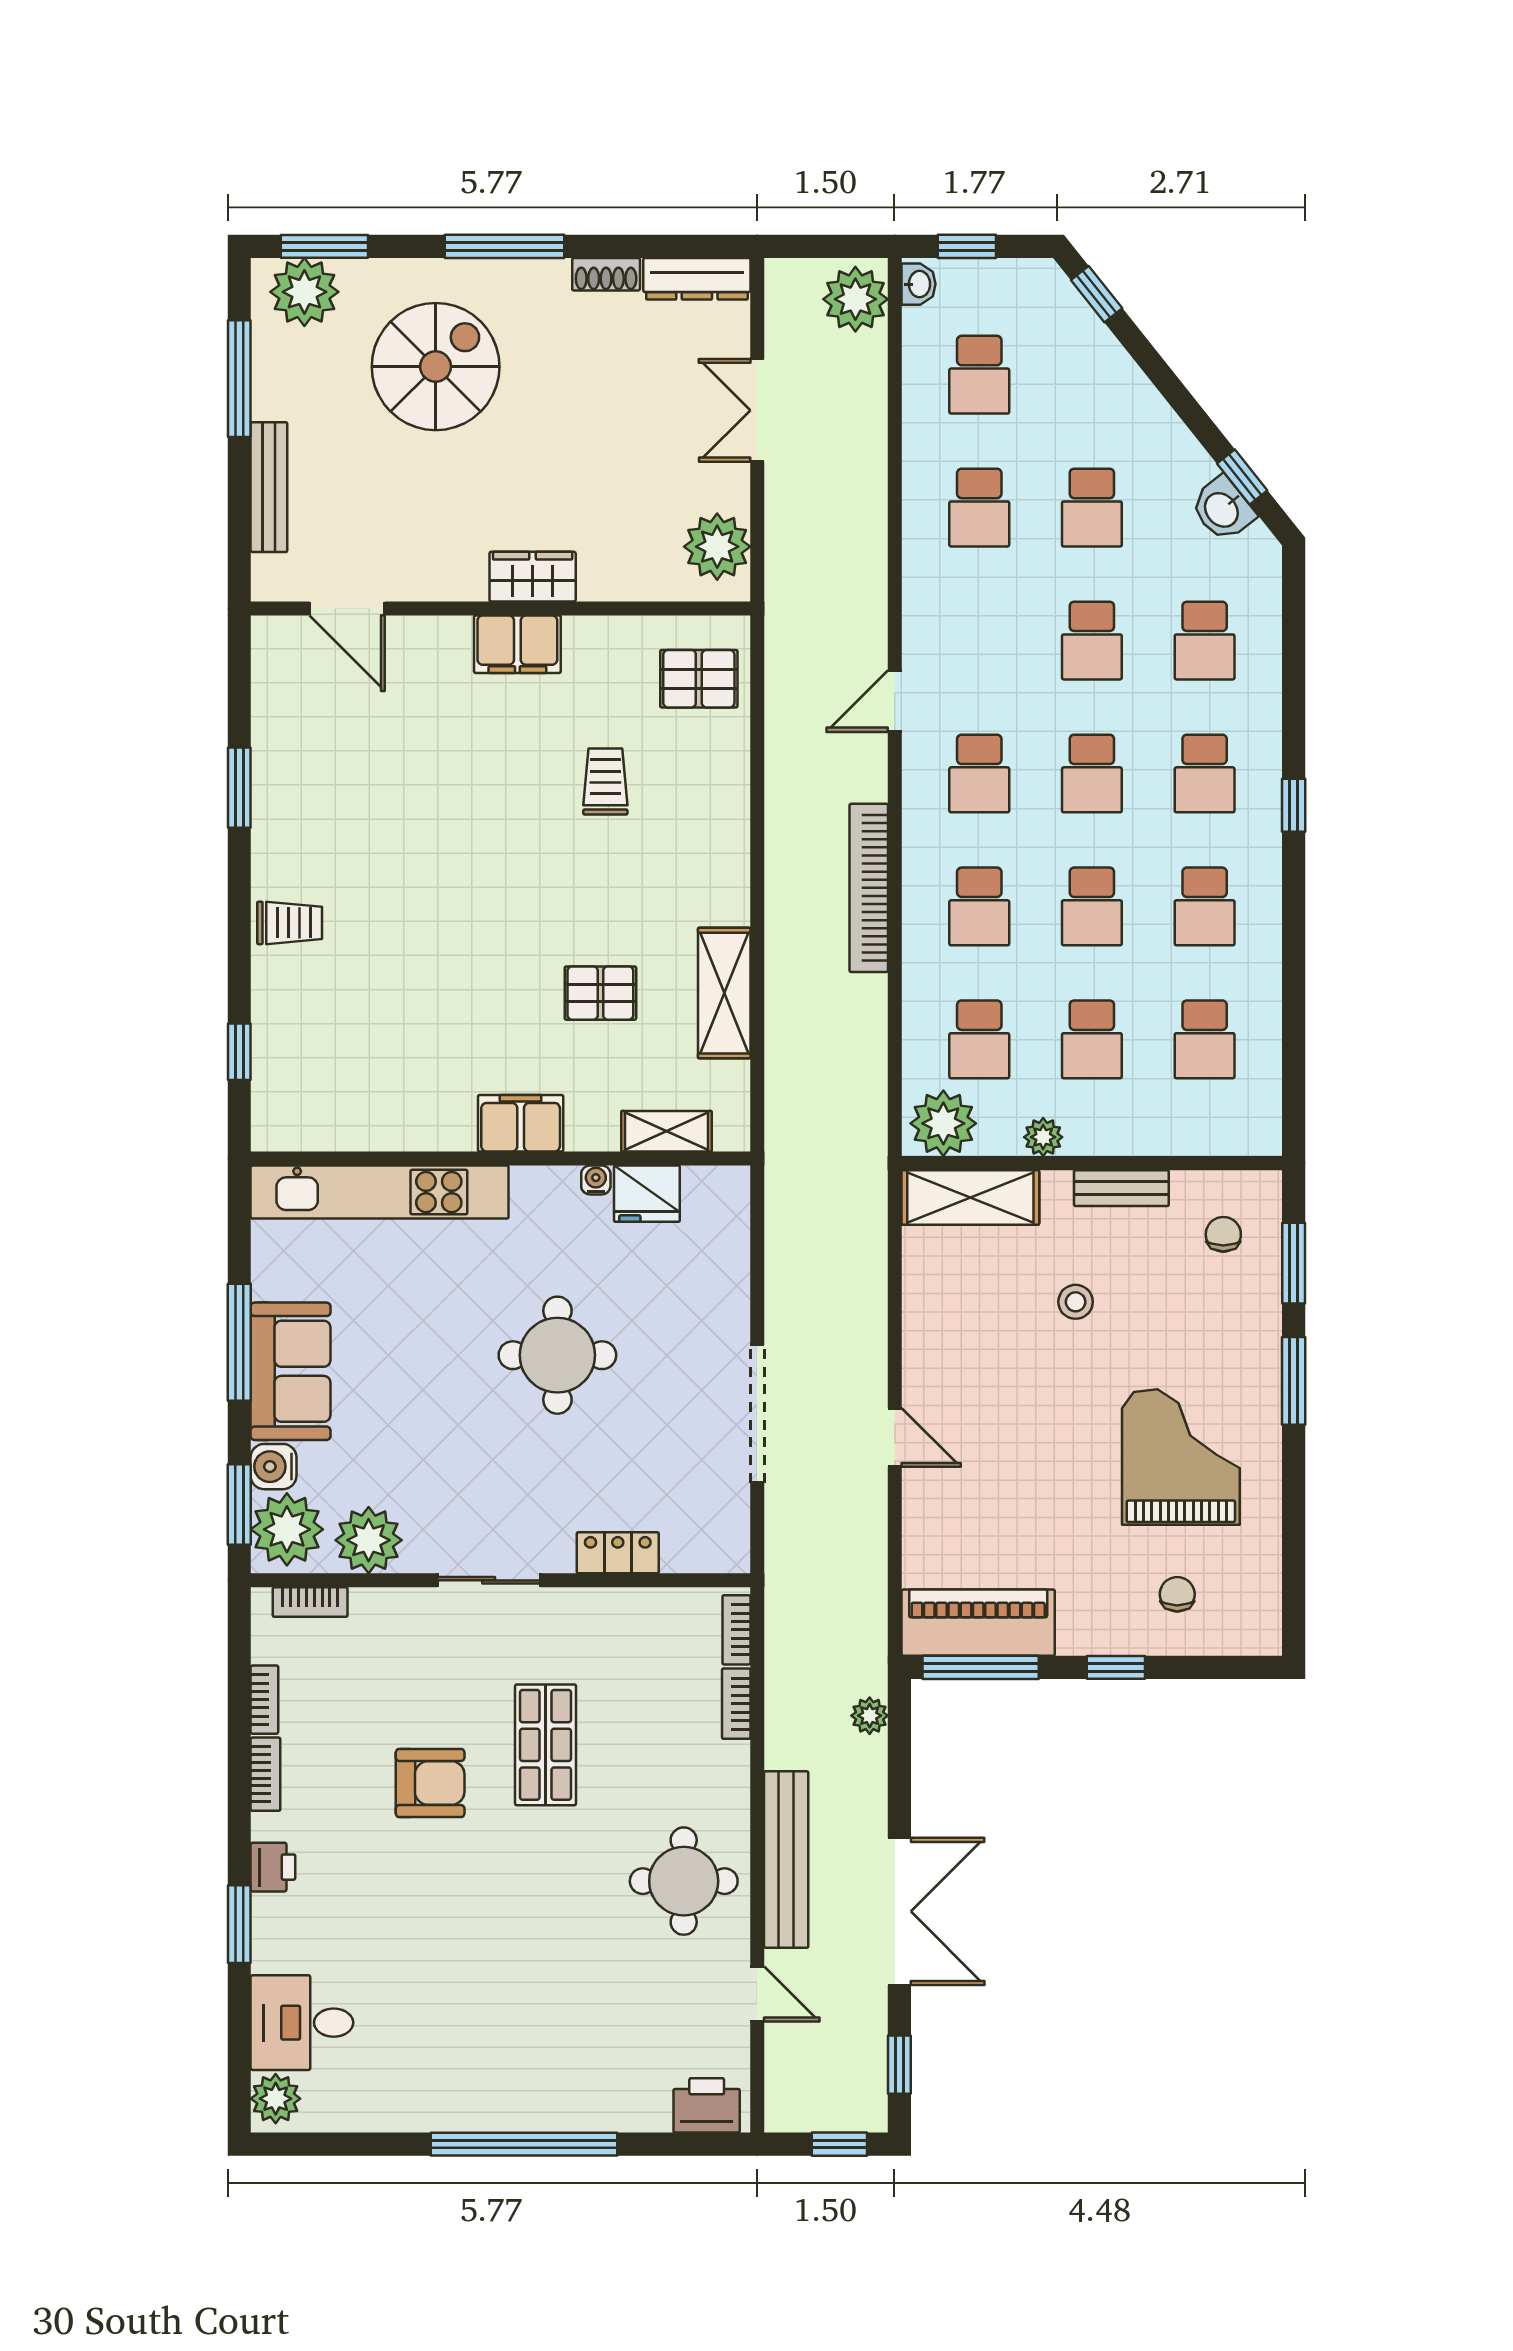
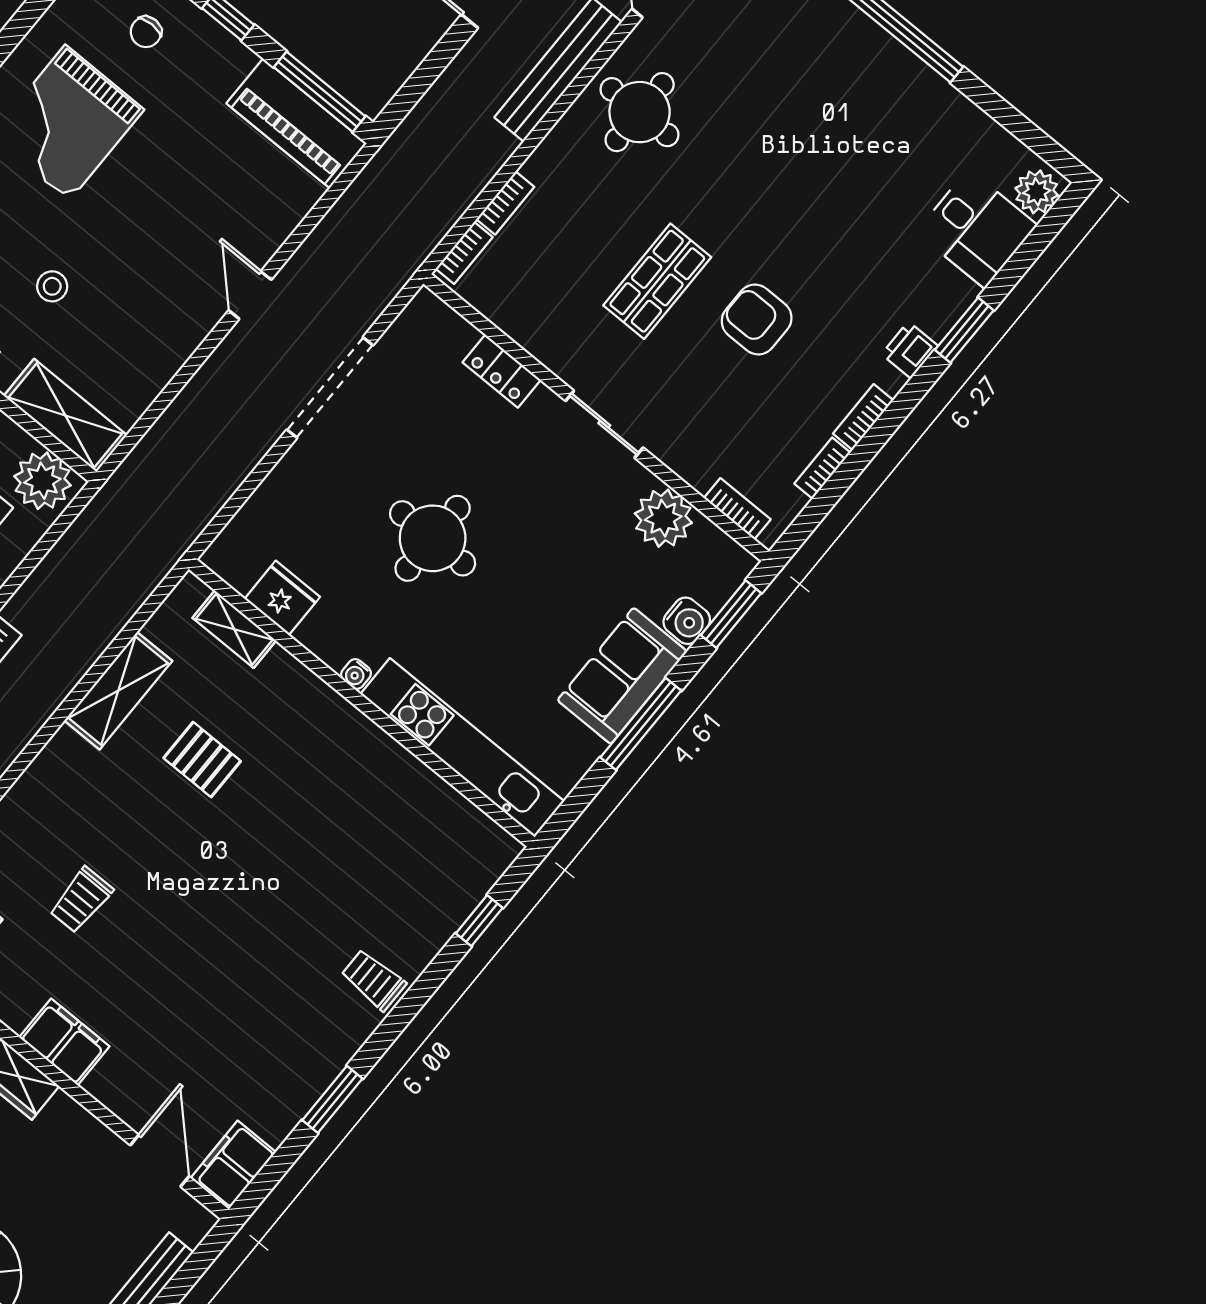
filing cabinet: (521, 1123) -> (233, 1165), moved, turned 90
water cooler: (596, 1180) -> (356, 674), moved
plant: (287, 1529) -> (712, 571), removed
plant: (870, 1716) -> (422, 121), removed

